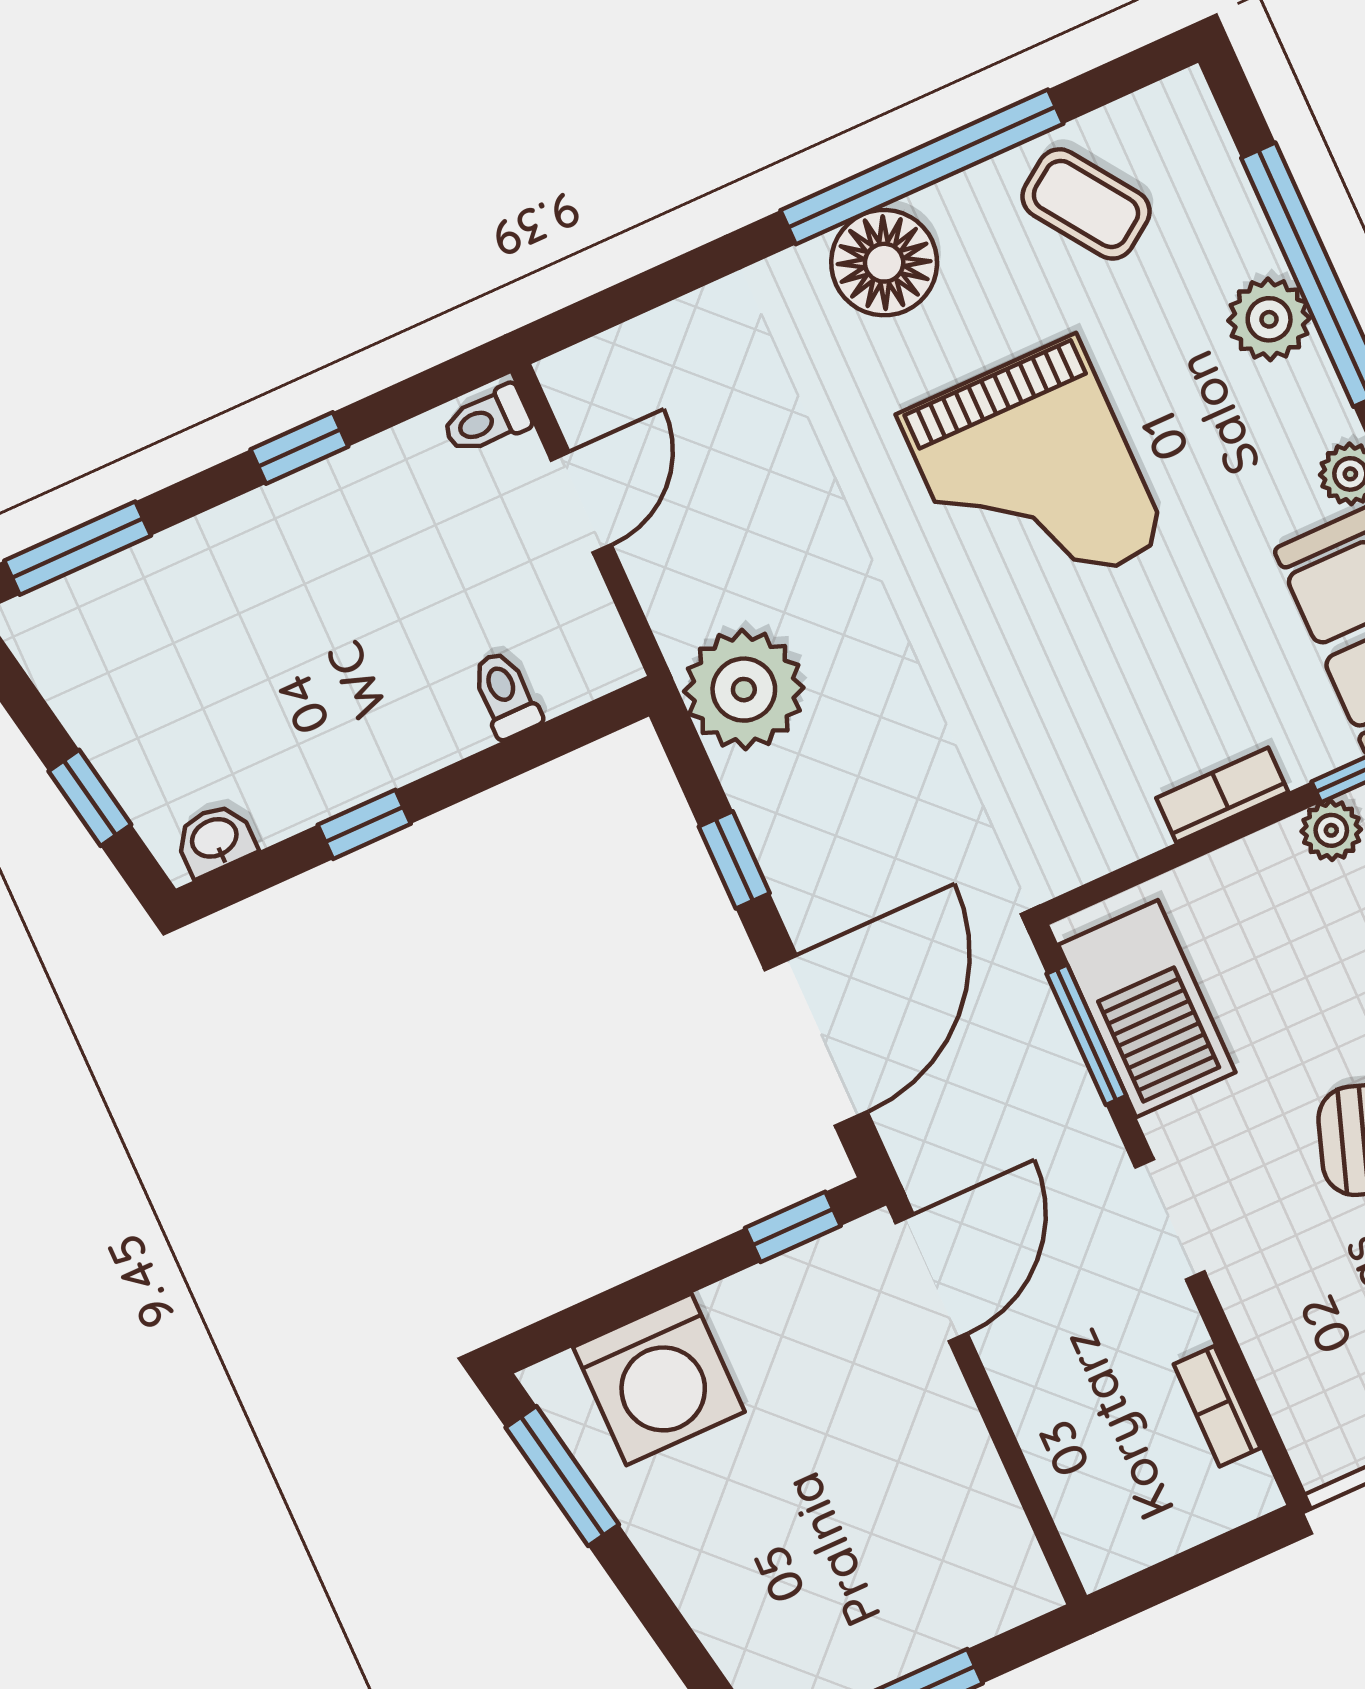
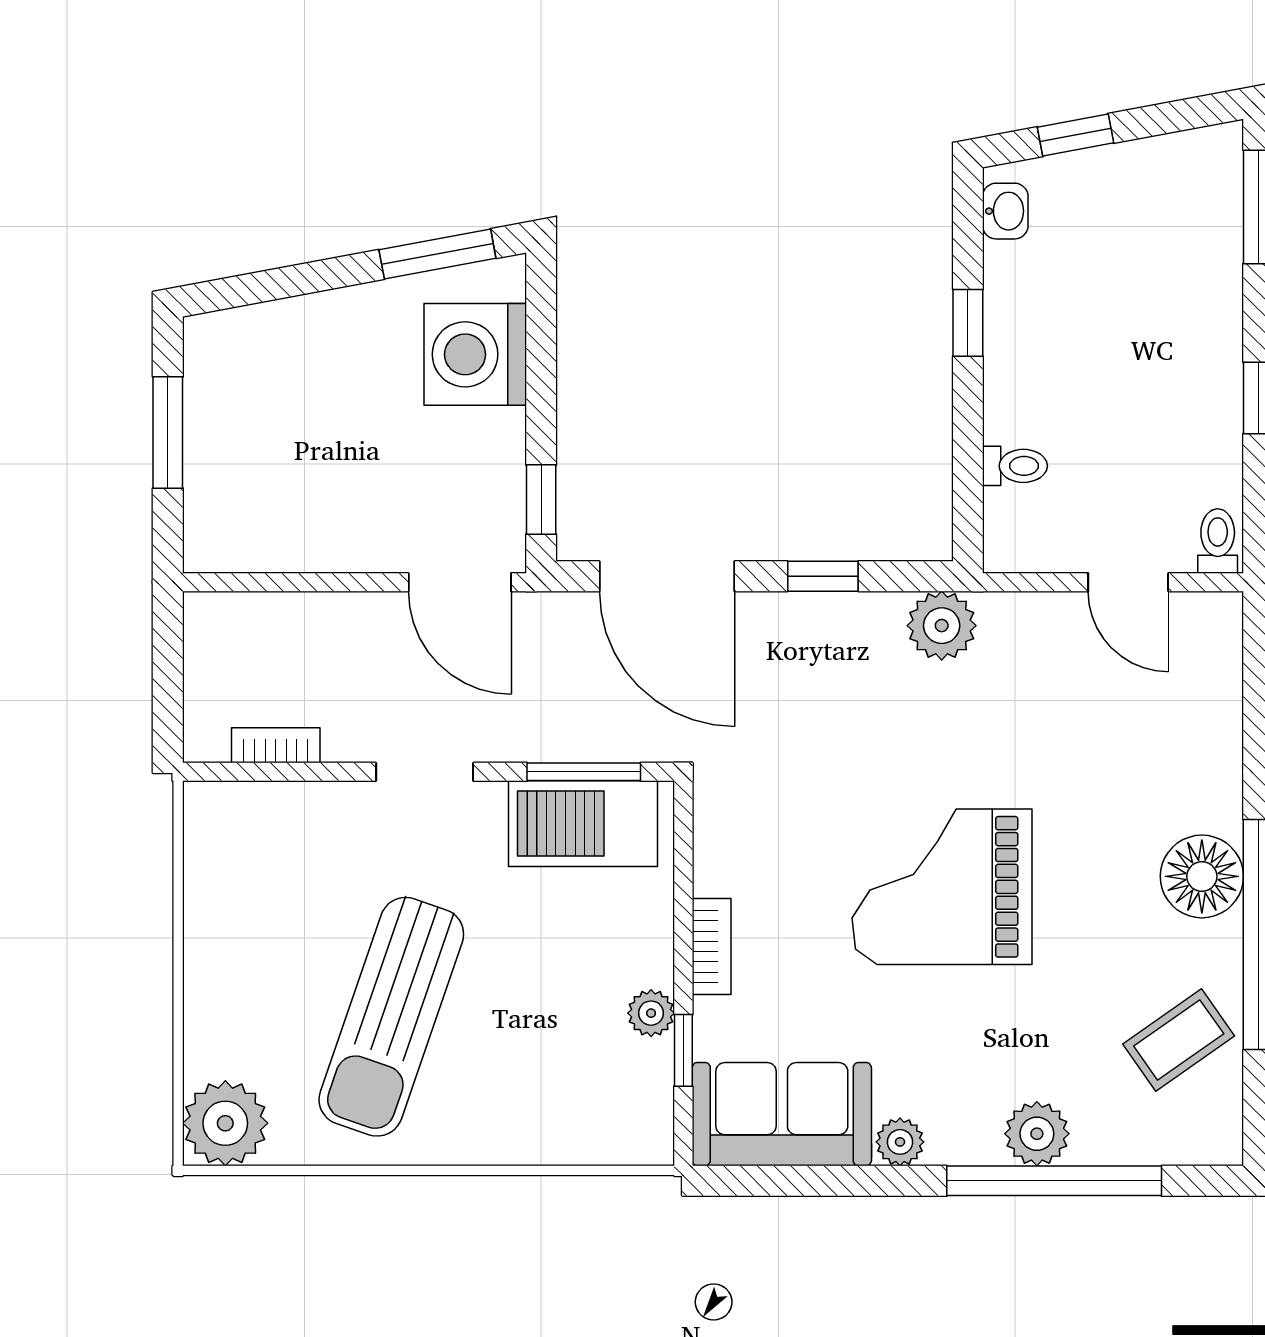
grand piano: (1033, 478) -> (942, 887), moved
plant: (744, 690) -> (942, 626), width x0.73, depth x0.73

